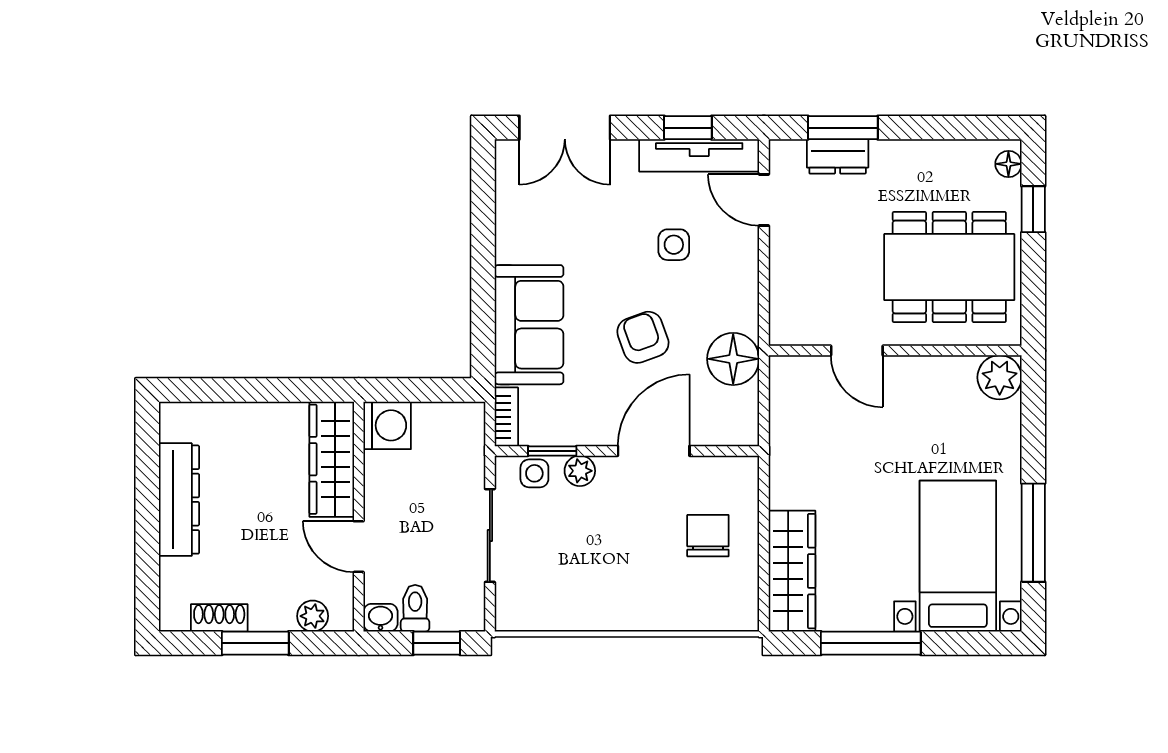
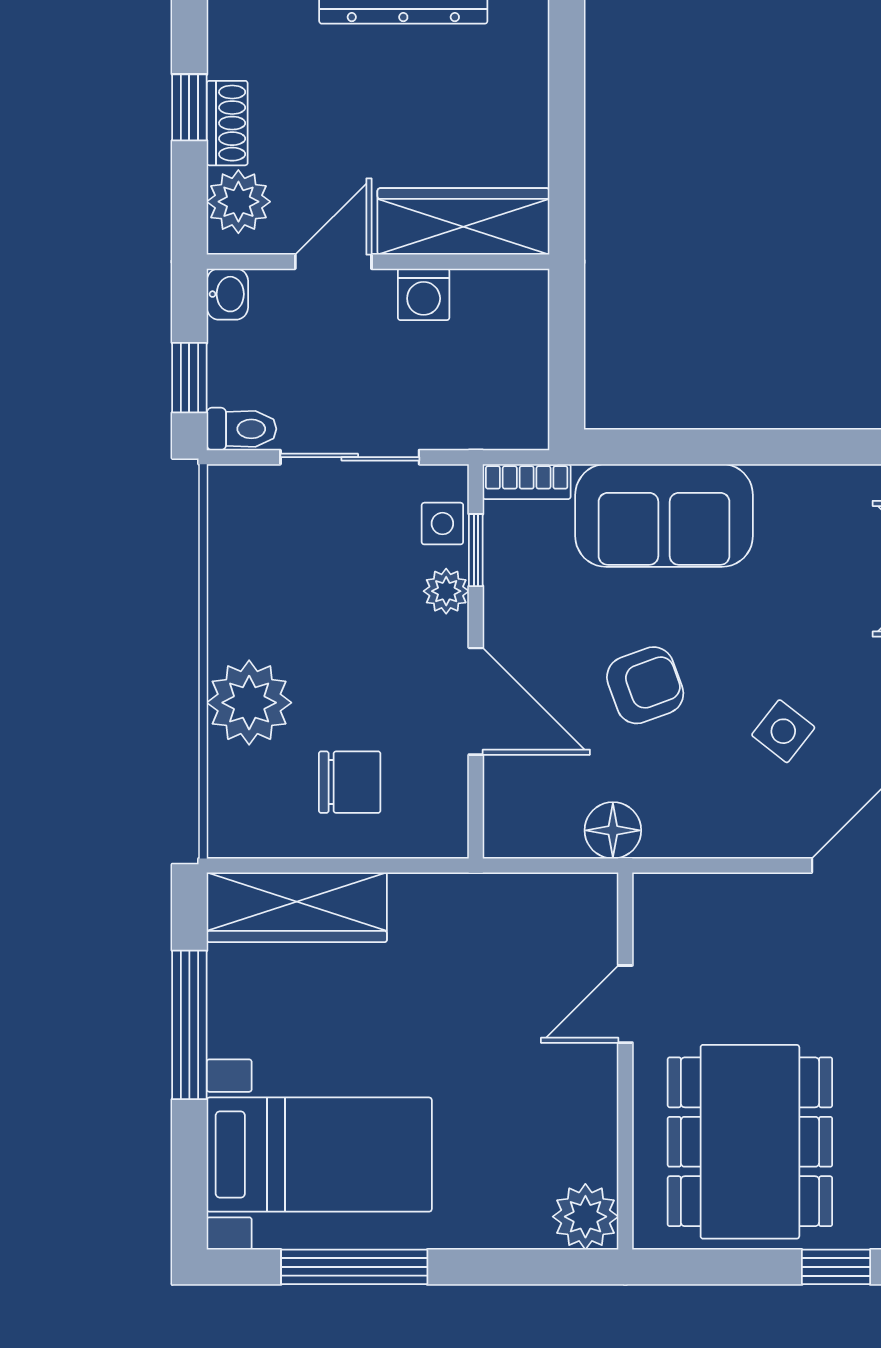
side table: (674, 245) -> (783, 731), turned 38
floor lamp: (733, 359) -> (613, 830), width x0.73, depth x0.73
washing machine: (387, 425) -> (424, 294), moved, width x0.73, depth x0.73
plant: (655, 603) -> (249, 703), added
toilet: (415, 608) -> (242, 429), moved
plant: (313, 616) -> (238, 202), width x1.38, depth x1.38
shoe rack: (219, 618) -> (227, 123), moved
window: (255, 643) -> (189, 107), width x0.67

